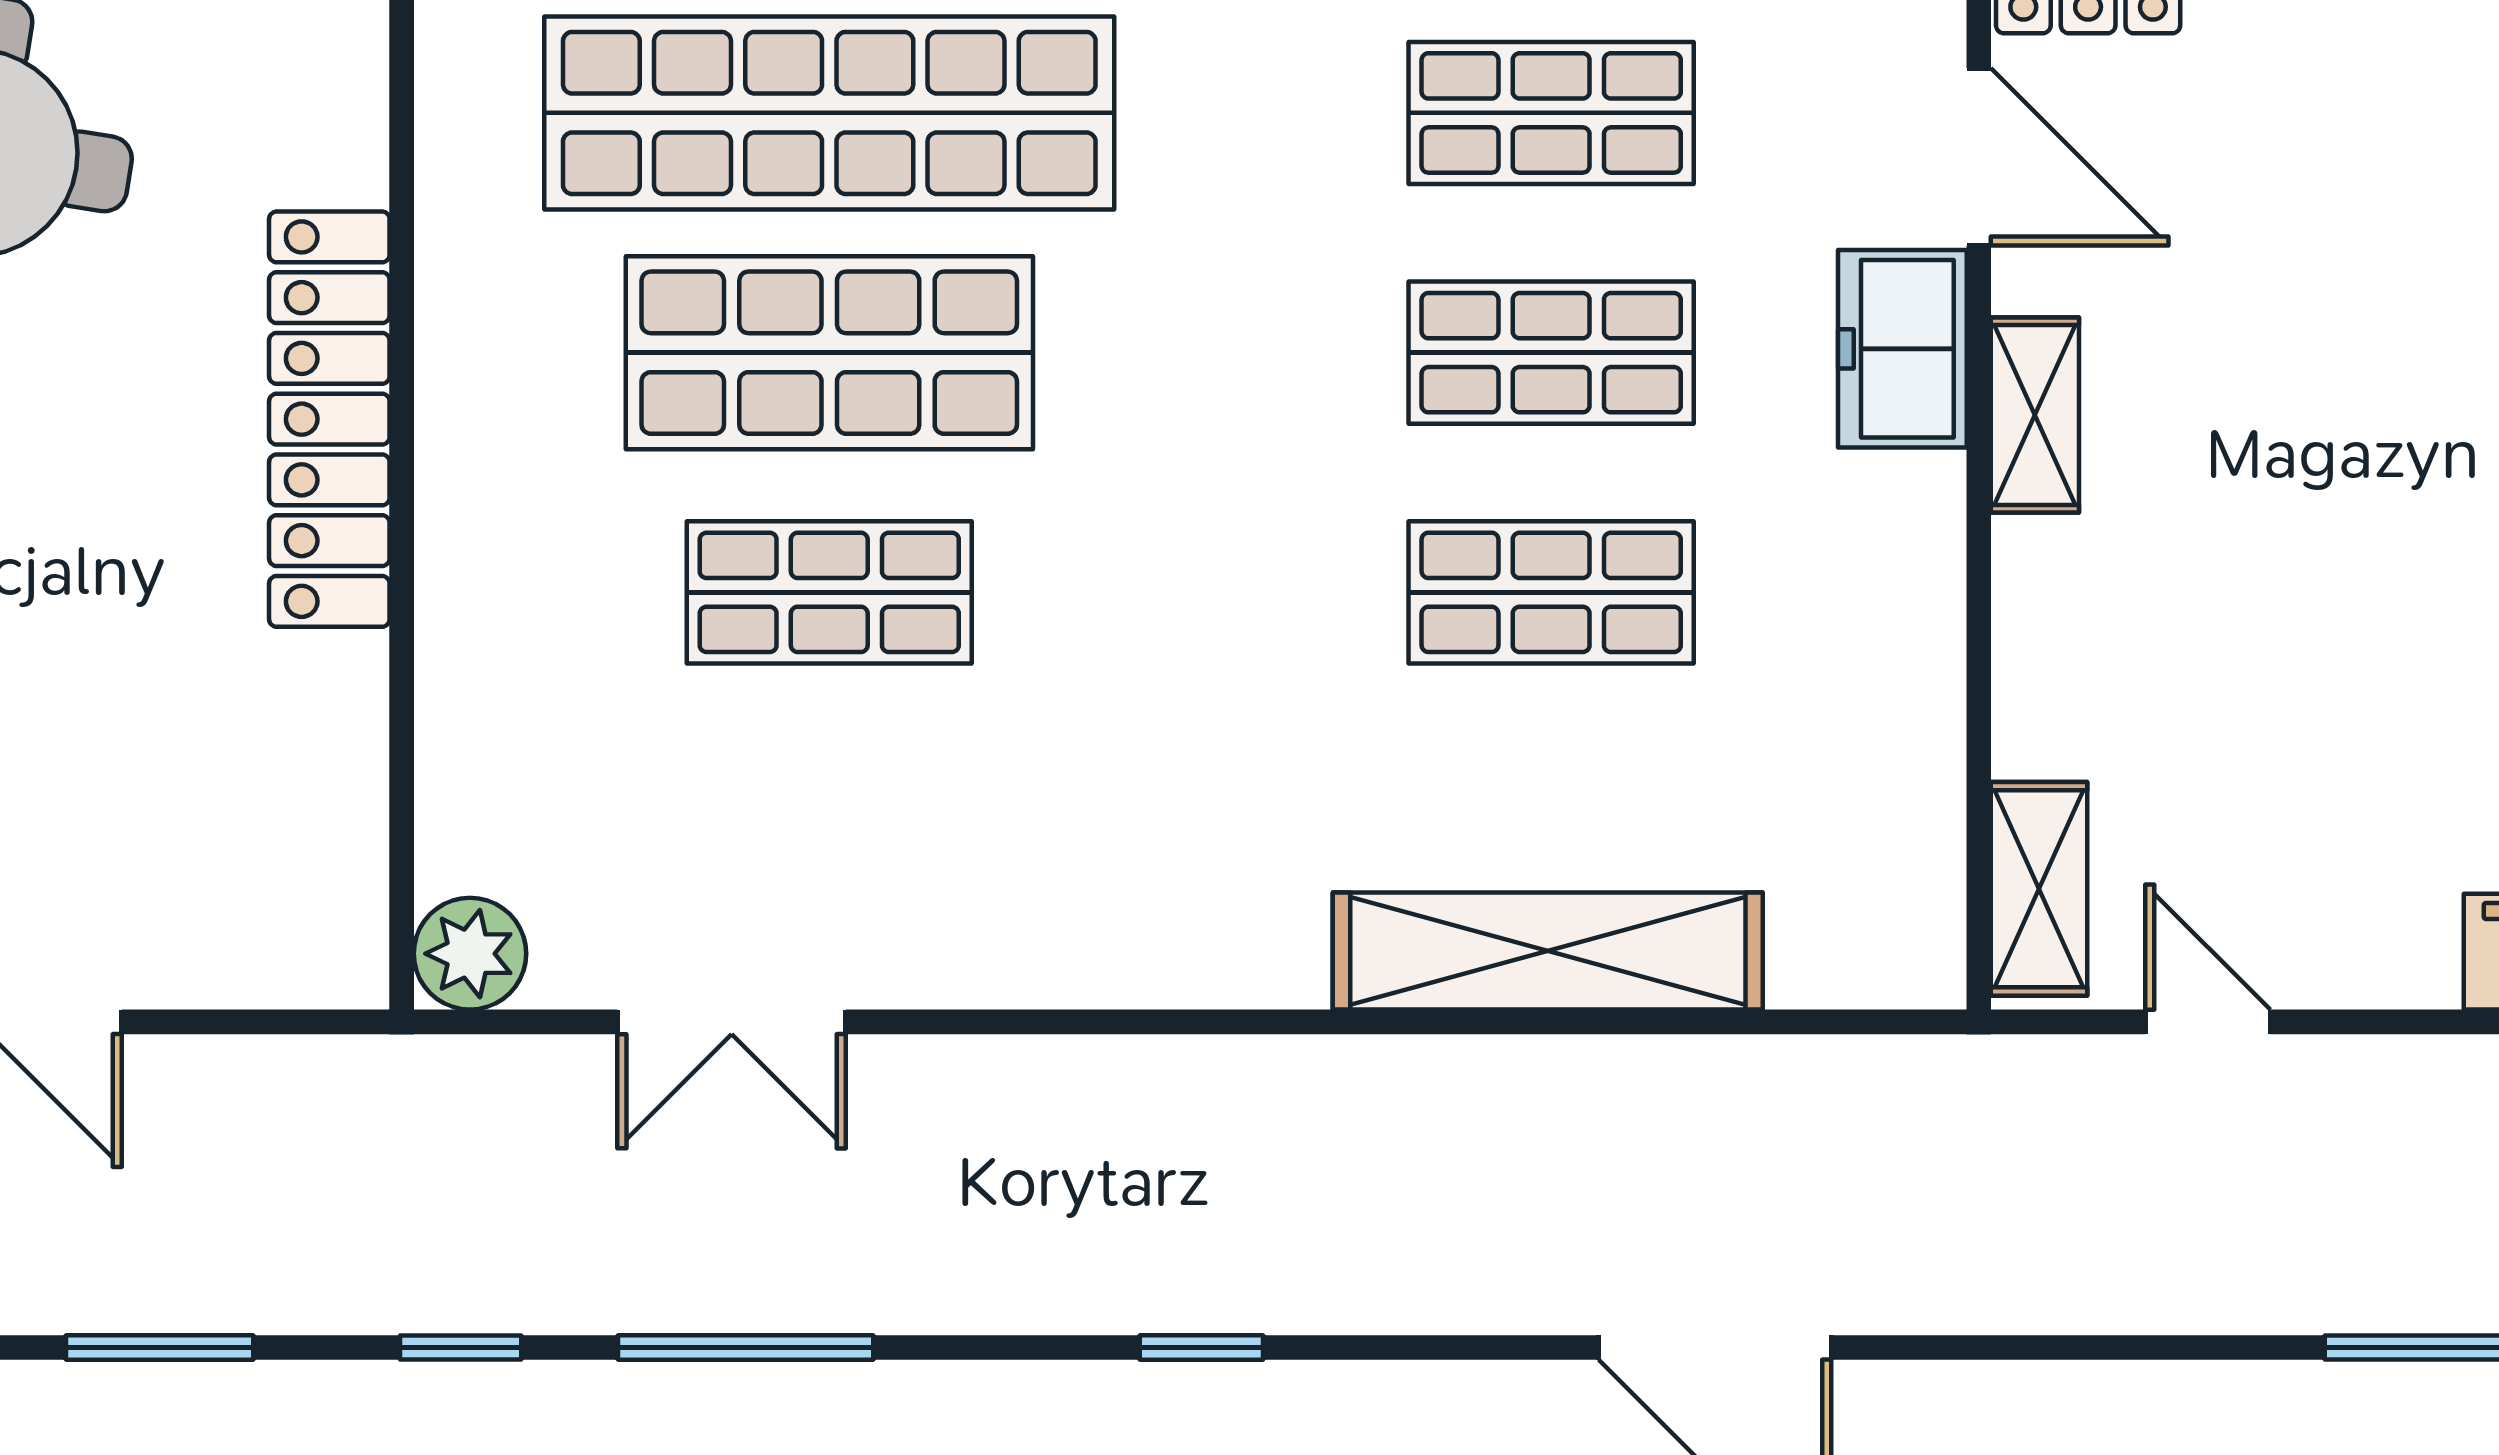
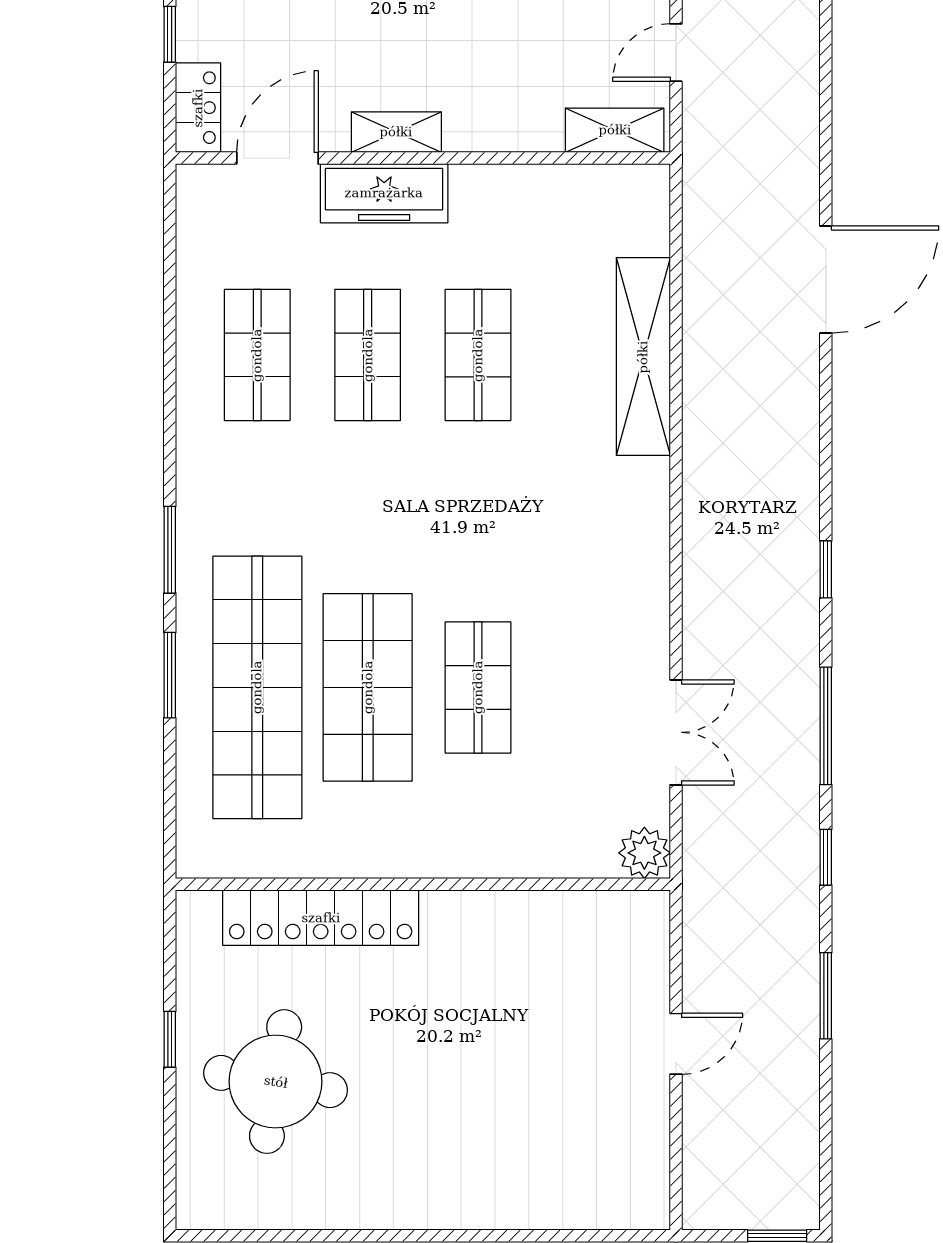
freezer: (1902, 349) -> (384, 193), width x1.40
locker: (329, 419) -> (321, 918), moved
window: (1201, 1348) -> (826, 569), moved

